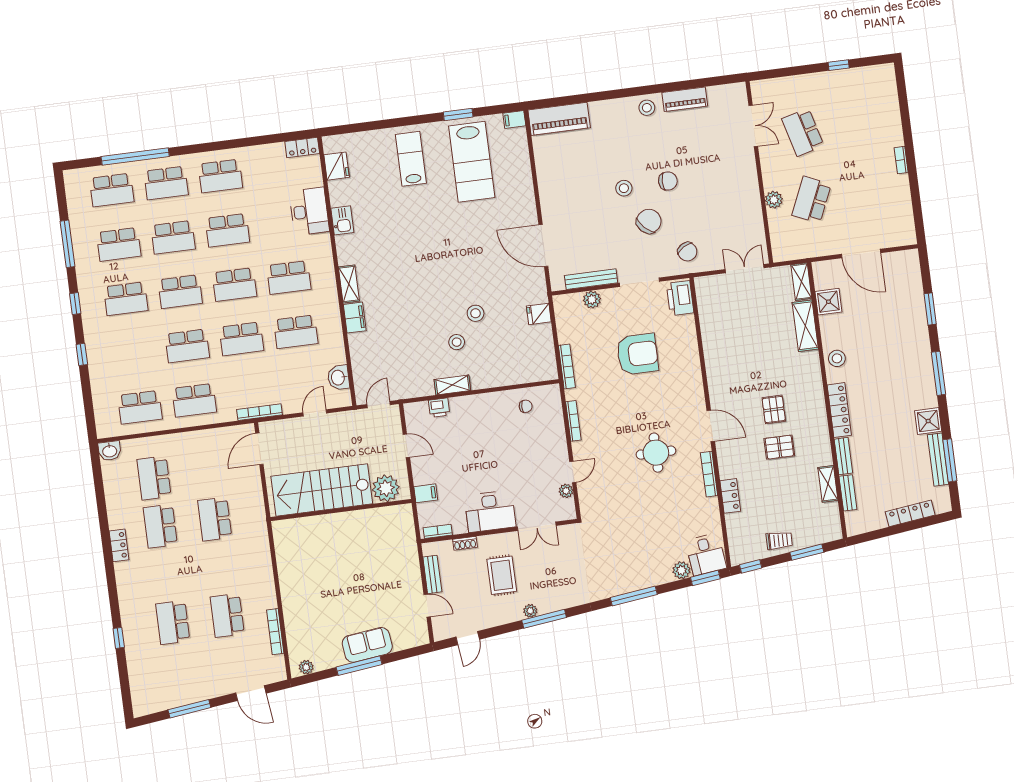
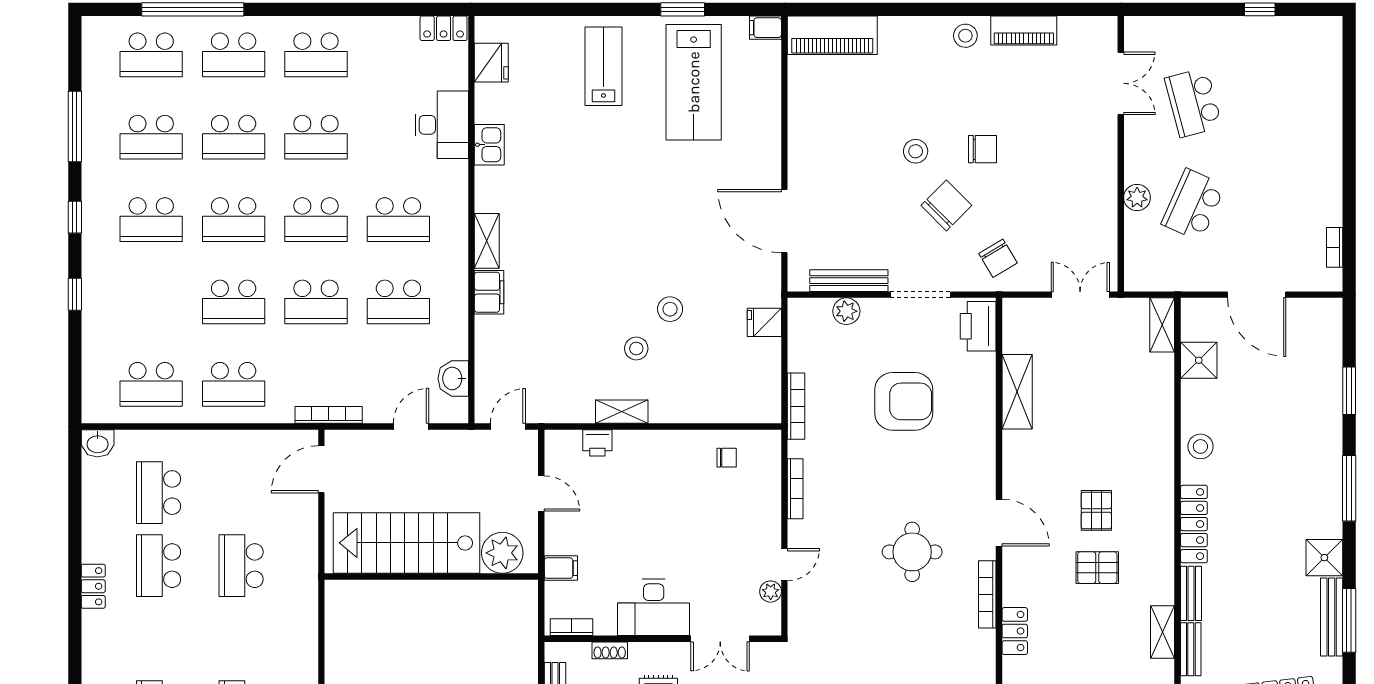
bookcase: (901, 160) -> (1335, 247), moved
shelving: (805, 326) -> (1017, 392), moved

